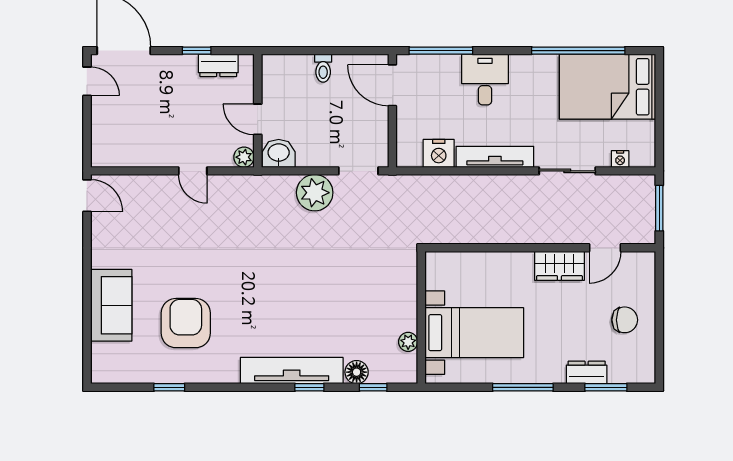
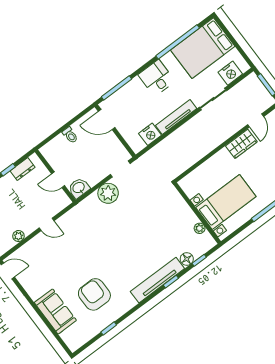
desk: (485, 80) -> (157, 78), moved
plant: (244, 157) -> (18, 236), moved
nightstand: (620, 159) -> (230, 73), width x1.89, depth x1.79

